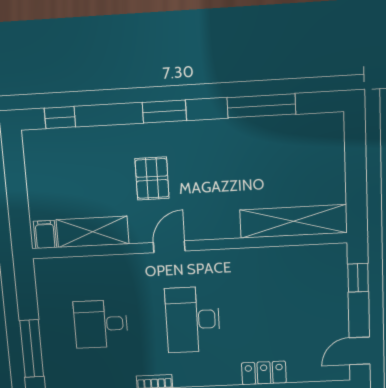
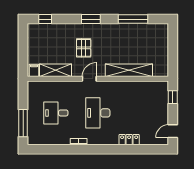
shelving: (293, 221) -> (129, 70), moved

